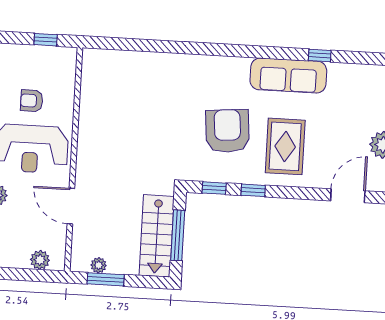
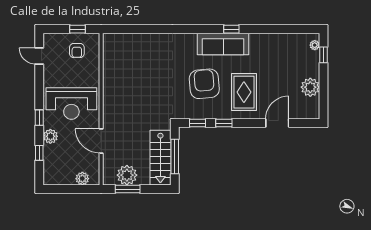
window: (320, 55) -> (231, 29), moved
sofa: (288, 76) -> (223, 44), moved
armchair: (32, 101) -> (77, 50), moved, turned -90
door: (348, 196) -> (277, 123), moved
plant: (99, 265) -> (127, 175), width x1.87, depth x1.87

